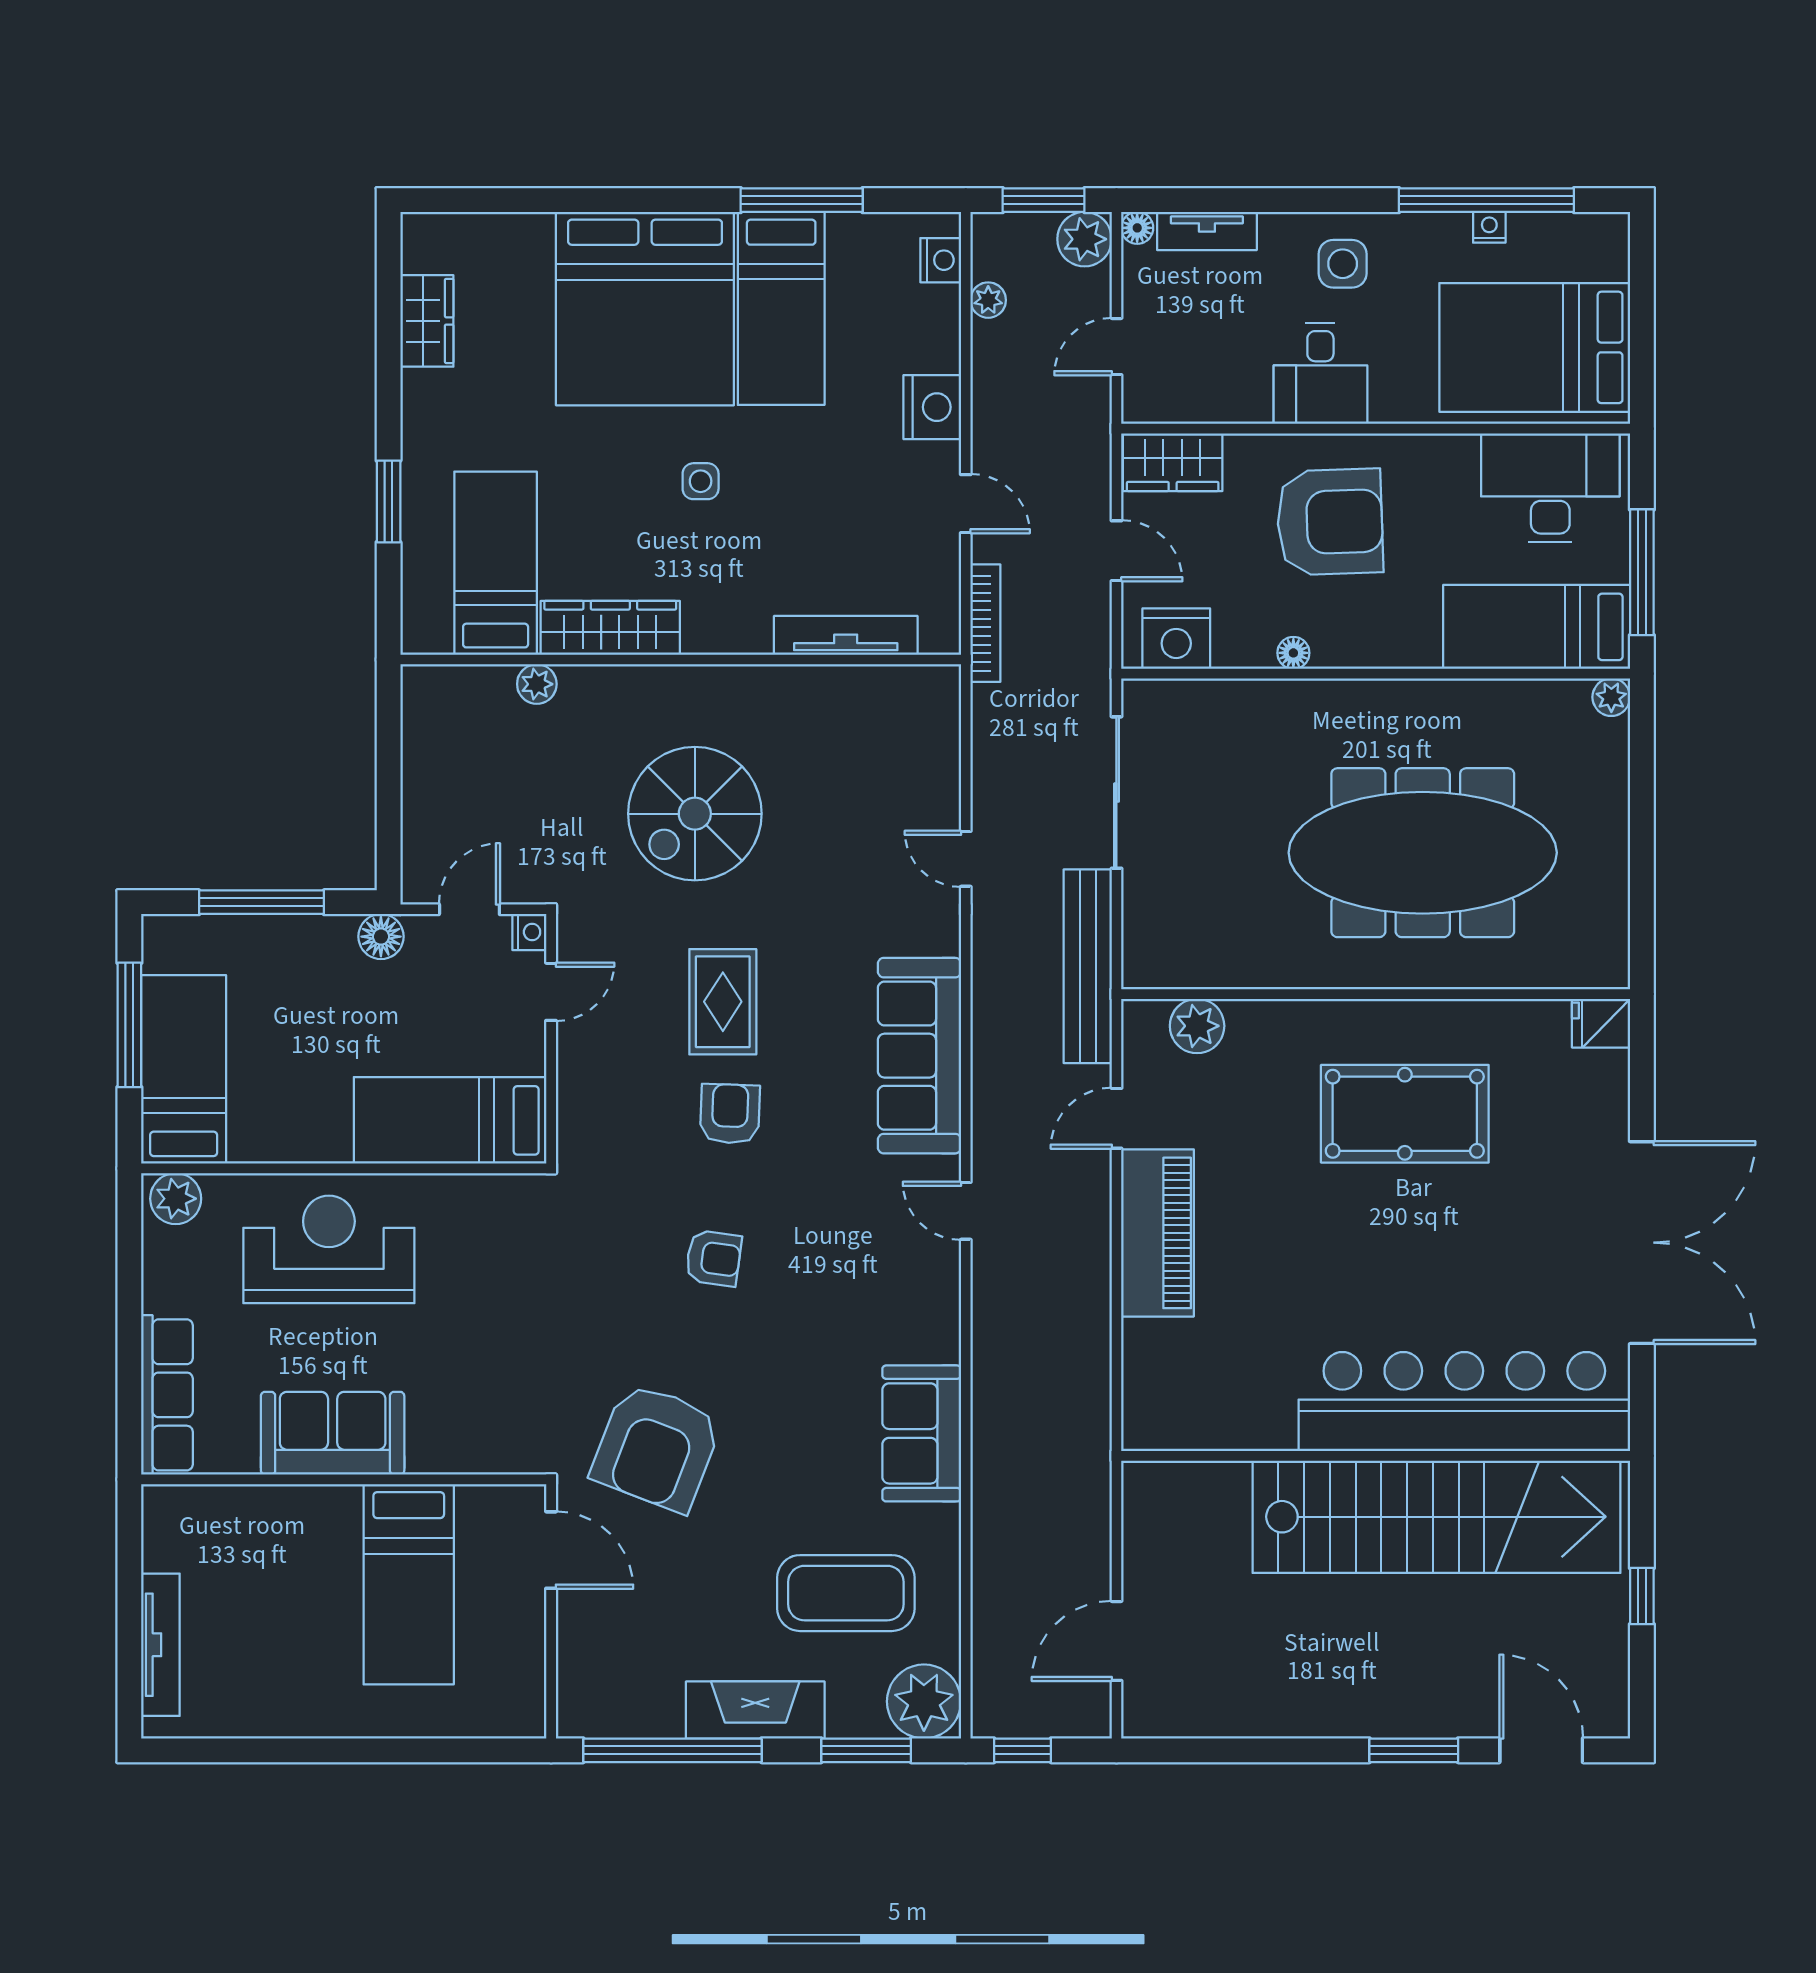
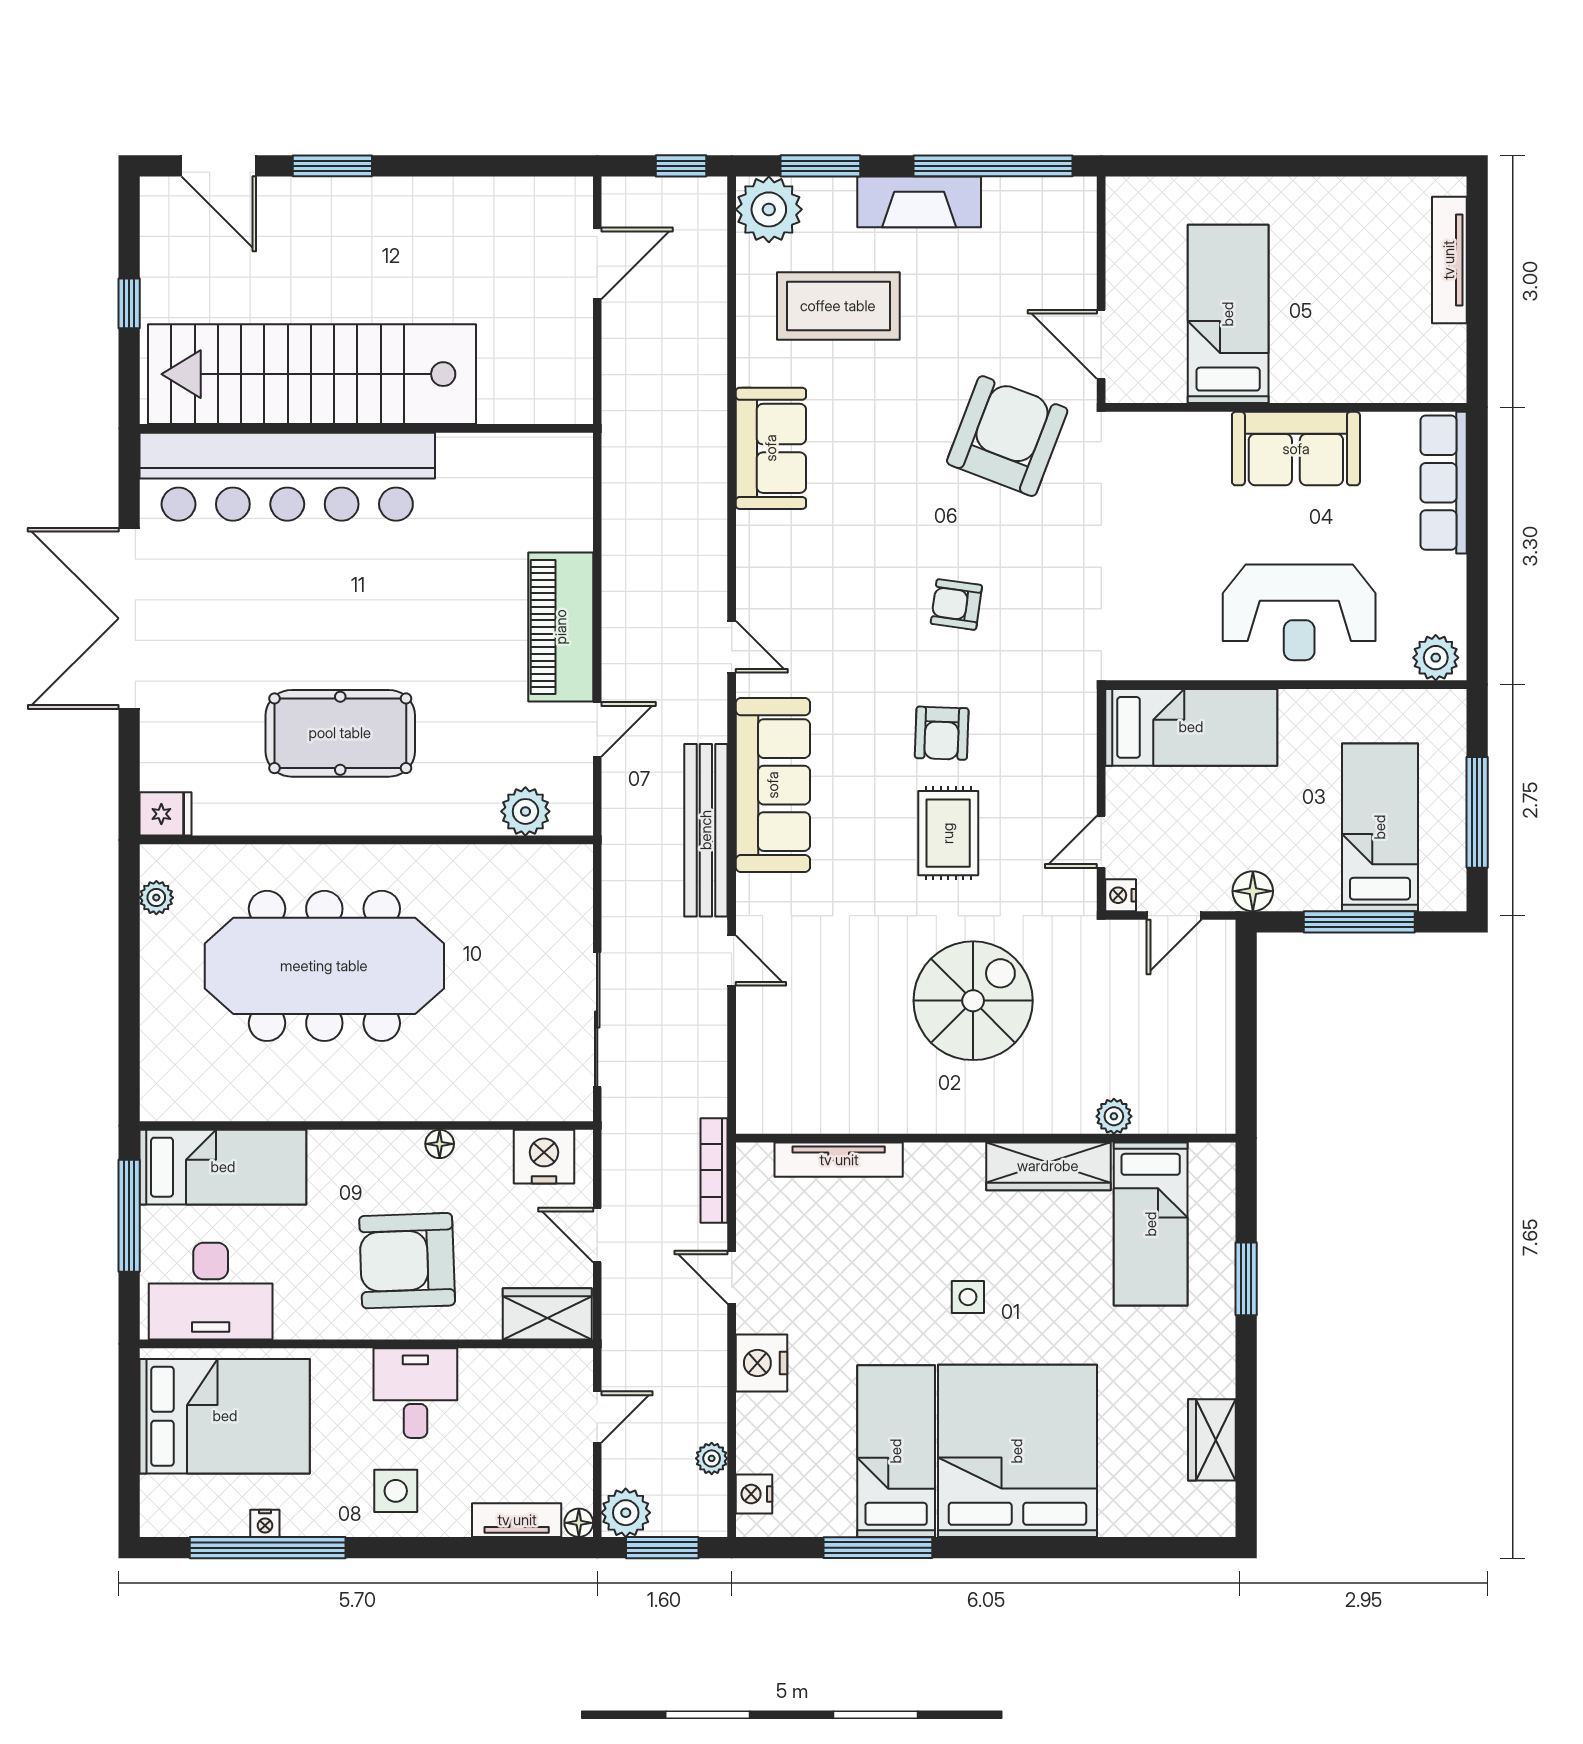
plant: (1611, 697) -> (156, 898), moved
bench: (1088, 966) -> (706, 830), moved
bed: (184, 1069) -> (1380, 827), moved, turned 180

